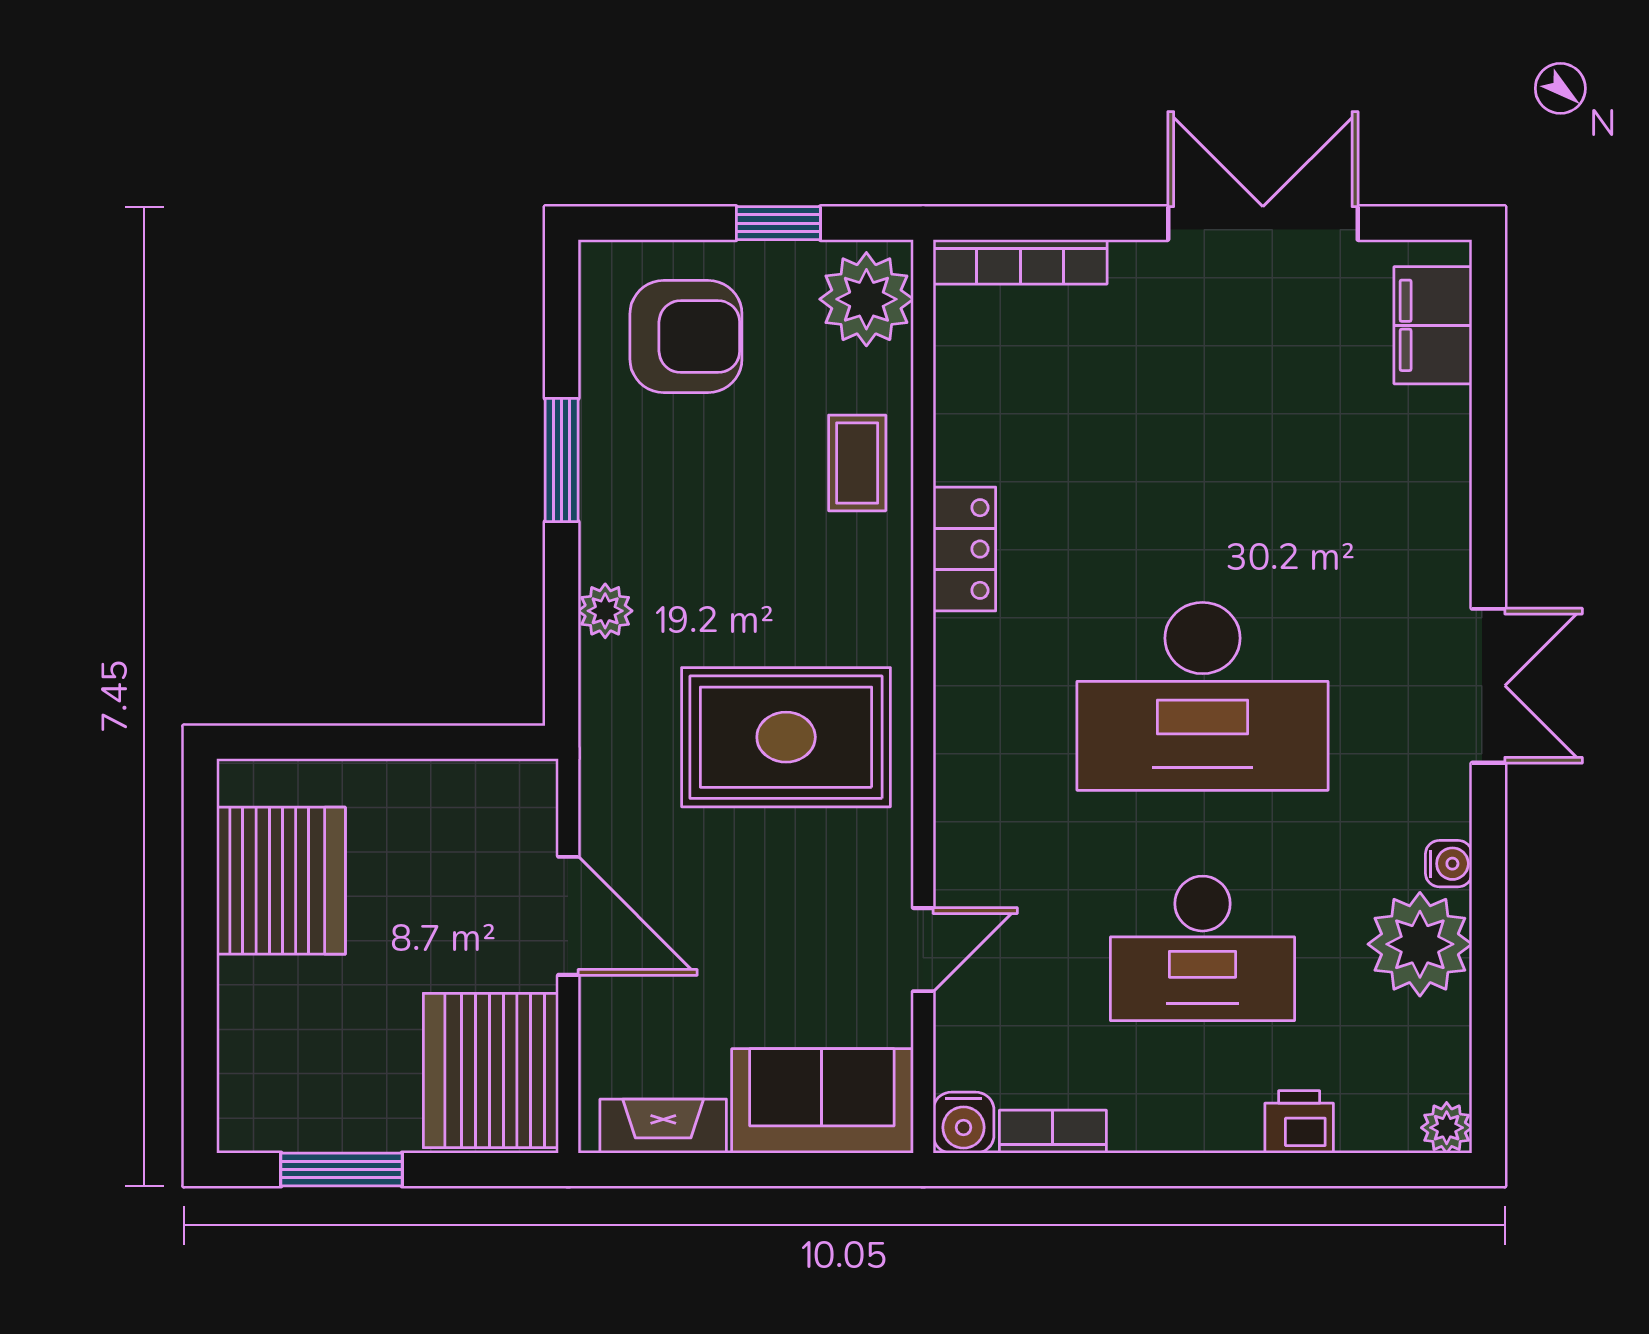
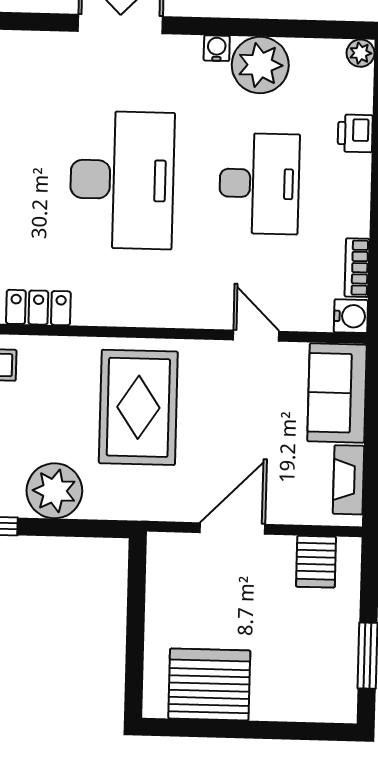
plant: (605, 611) -> (54, 491), width x1.87, depth x1.87
server rack: (491, 1071) -> (316, 562), width x0.46, depth x0.70

